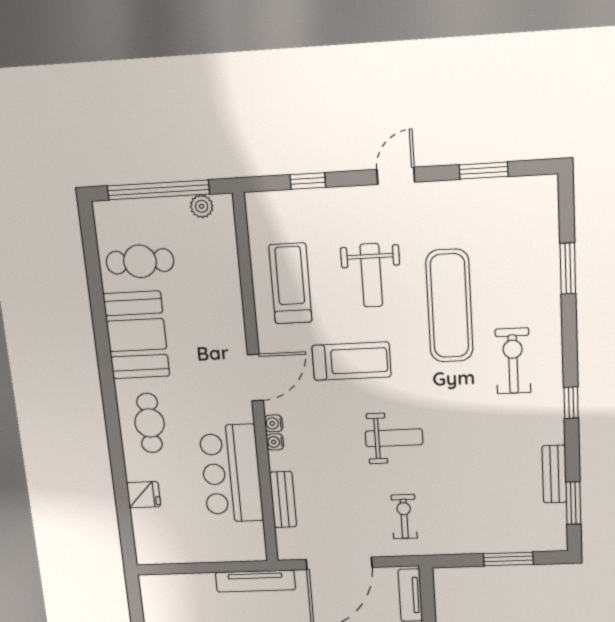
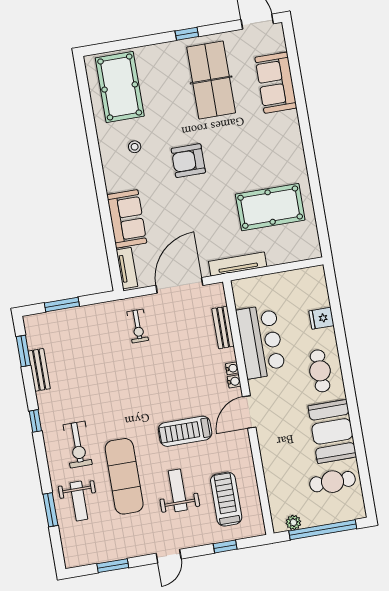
treadmill: (290, 284) -> (226, 499), moved, turned 180
weight bench: (394, 438) -> (79, 501), moved, turned -90

